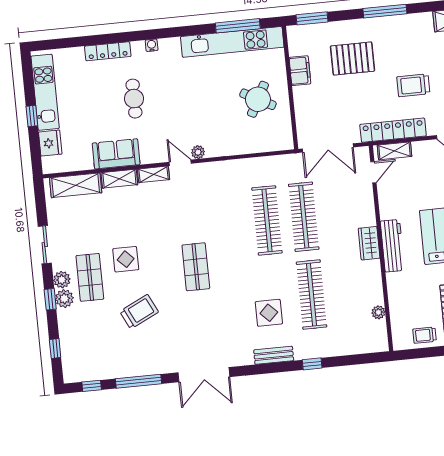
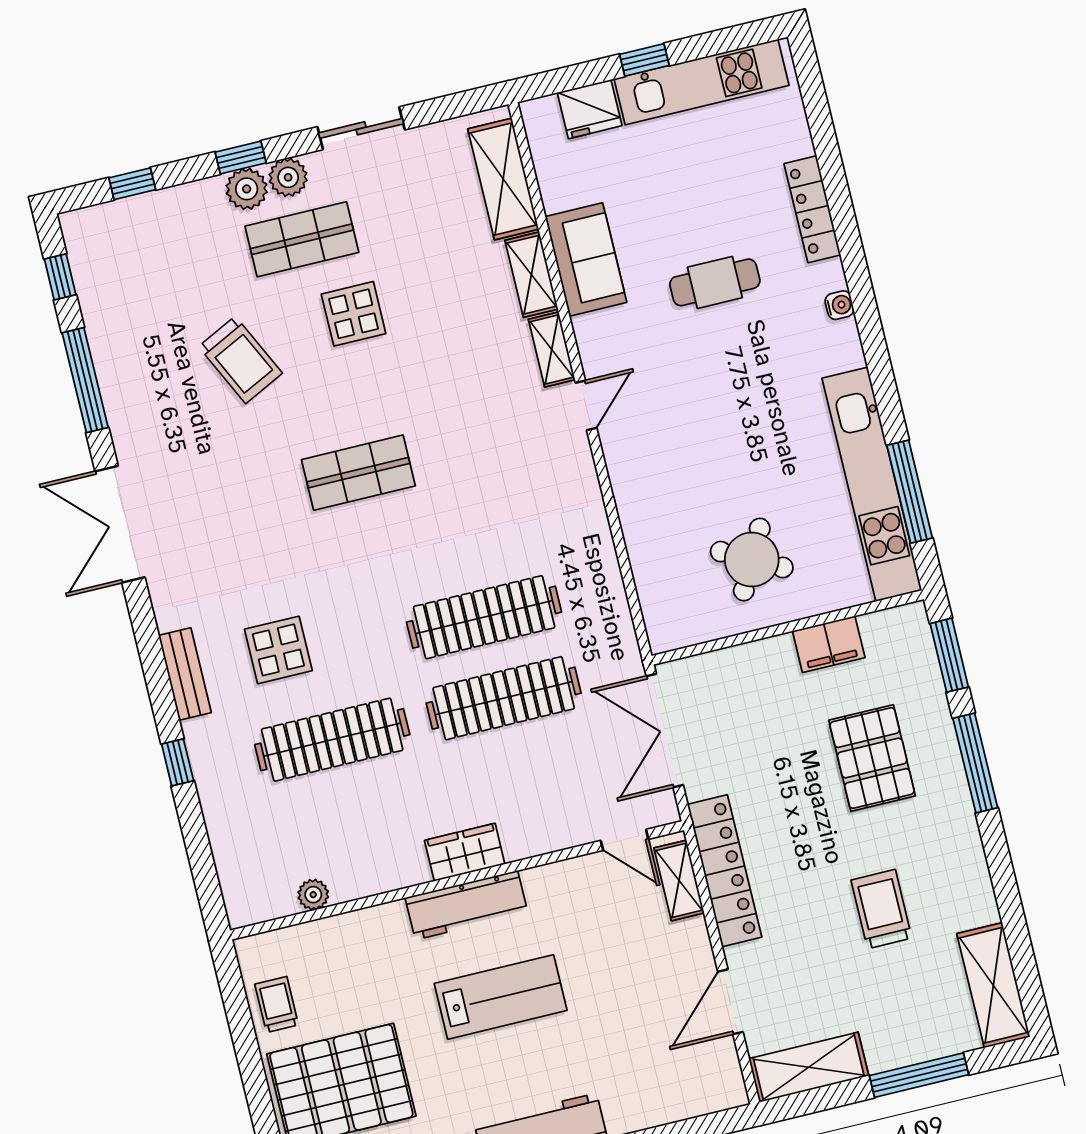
window: (385, 11) -> (975, 763), moved
trolley: (413, 85) -> (881, 909), moved
plant: (198, 152) -> (615, 442), removed

